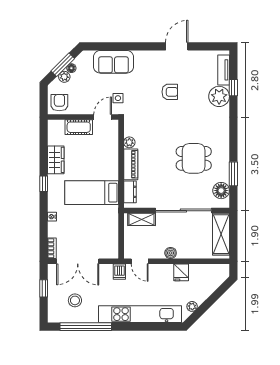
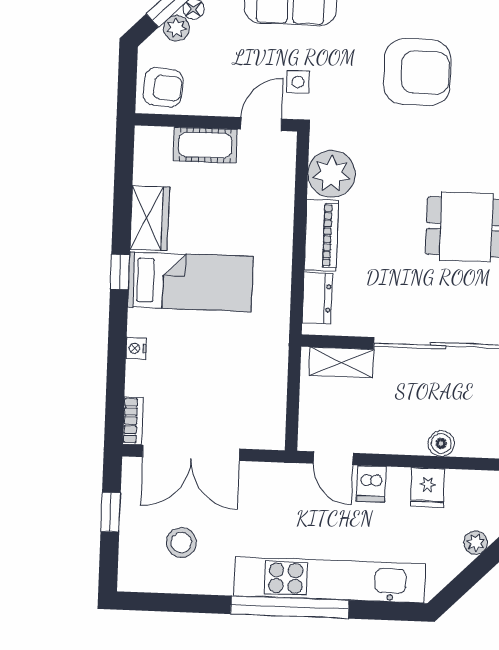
armchair: (170, 92) -> (417, 72), width x1.88, depth x1.88
armchair: (59, 103) -> (163, 87), turned 95
plant: (129, 142) -> (332, 174), width x1.87, depth x1.87
bed: (92, 193) -> (190, 282), moved, turned 180
boiler: (171, 253) -> (441, 443), moved
dishwasher: (119, 272) -> (371, 484), moved
plant: (192, 306) -> (476, 543), moved
window: (86, 327) -> (290, 607), moved

